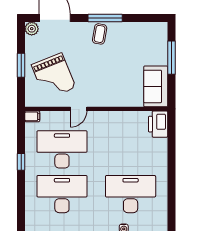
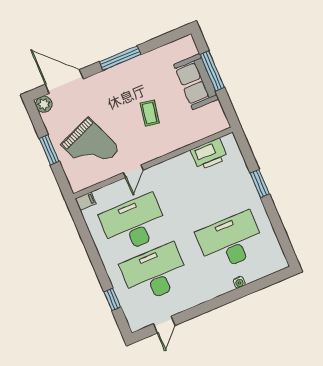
coffee table: (100, 34) -> (150, 113), moved
sofa: (156, 86) -> (196, 82), moved
printer: (158, 124) -> (209, 154), moved, turned -90
window: (171, 159) -> (260, 184), added
window: (21, 162) -> (112, 299), moved

